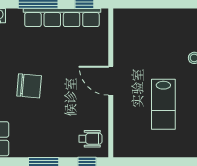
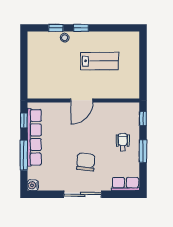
wheelchair: (90, 139) -> (123, 142), moved

